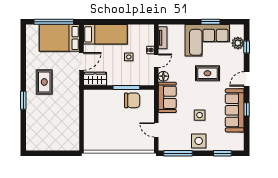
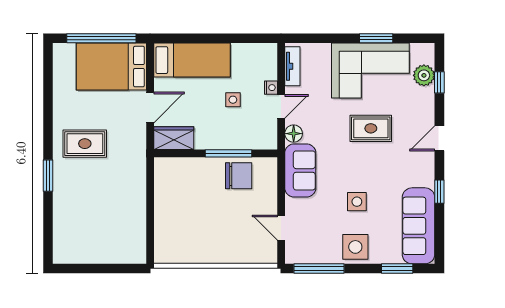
rug: (44, 82) -> (85, 144), turned 90
sofa: (235, 110) -> (419, 226), moved

